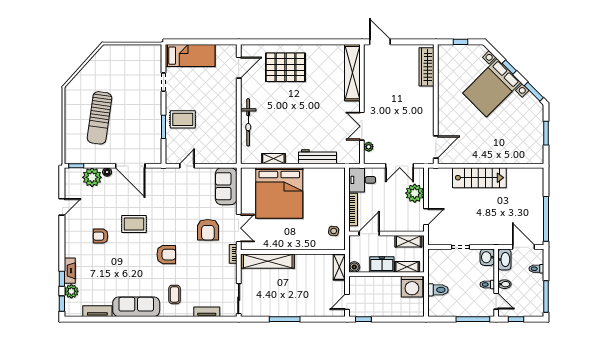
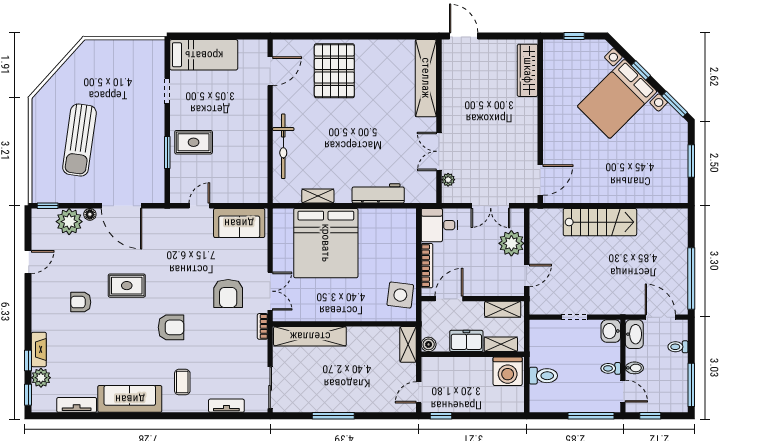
pallet: (285, 67) -> (334, 71), turned 90
sofa: (226, 186) -> (239, 223), moved, turned -90
side table: (334, 231) -> (400, 295), width x1.87, depth x1.87

